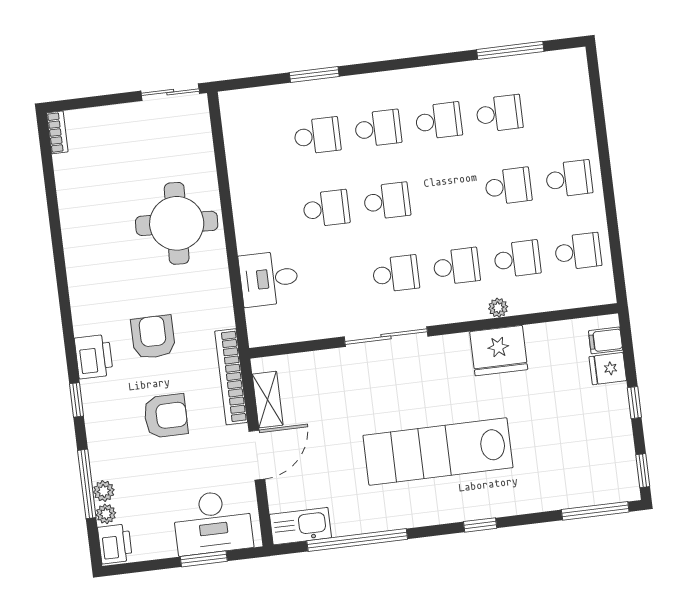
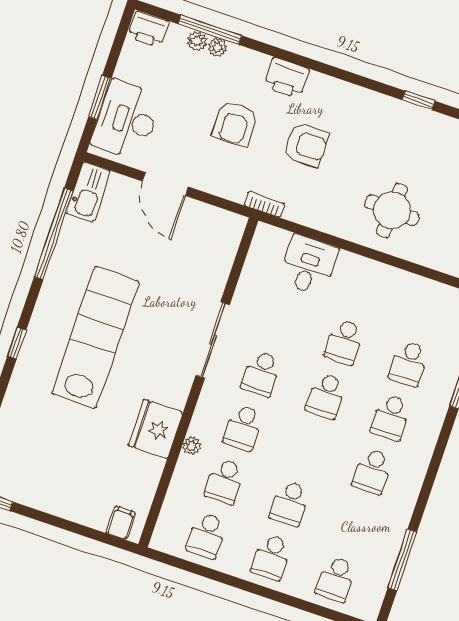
school desk: (499, 113) -> (336, 579), moved
round table: (177, 223) -> (392, 210), width x0.73, depth x0.73
printer: (94, 357) -> (287, 78), moved
fridge: (608, 369) -> (96, 513), removed
bookcase: (231, 377) -> (264, 204), width x0.43, depth x0.76
window: (76, 400) -> (418, 100), moved
shelving: (268, 400) -> (208, 215), removed
window: (634, 403) -> (57, 522), removed
plant: (106, 514) -> (217, 47), moved

